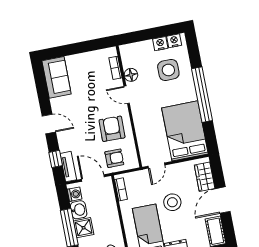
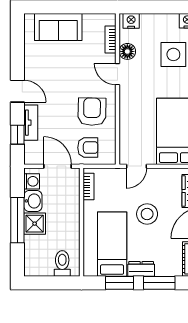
nightstand: (160, 44) -> (131, 21), moved
sofa: (57, 77) -> (58, 27), moved, turned 90
tv unit: (68, 167) -> (31, 123), moved

